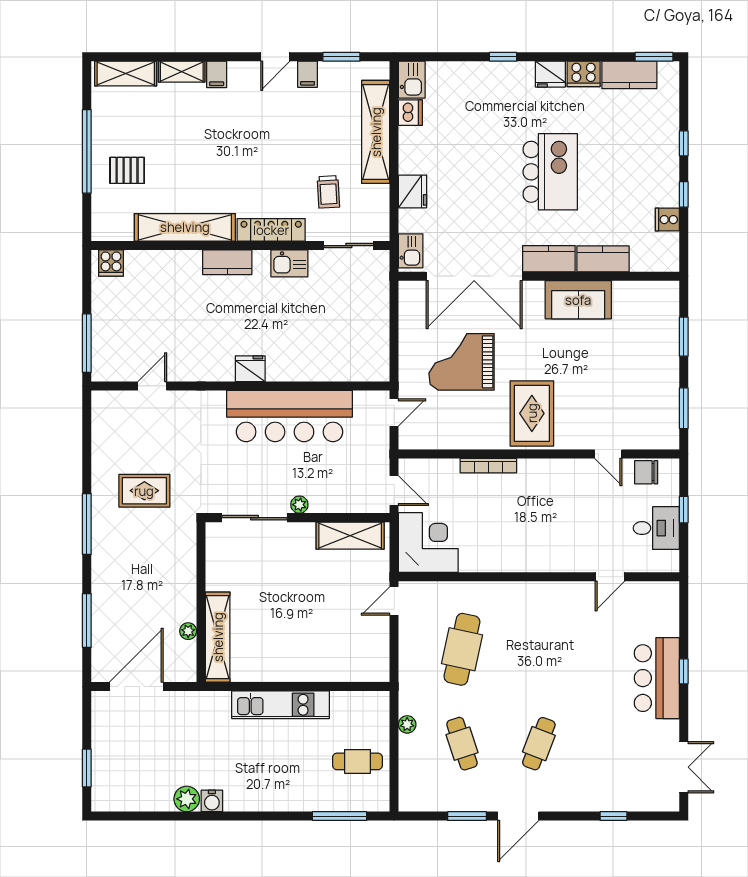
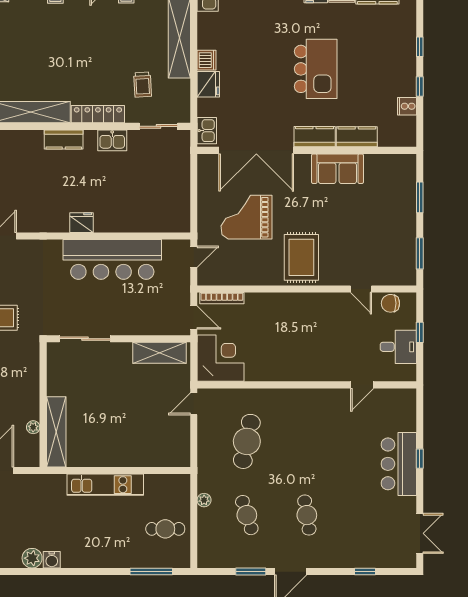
dishwasher: (410, 113) -> (207, 60), moved
bookcase: (488, 466) -> (222, 298), moved
plant: (299, 505) -> (120, 329), removed
cafe table: (539, 744) -> (307, 515), turned -30

